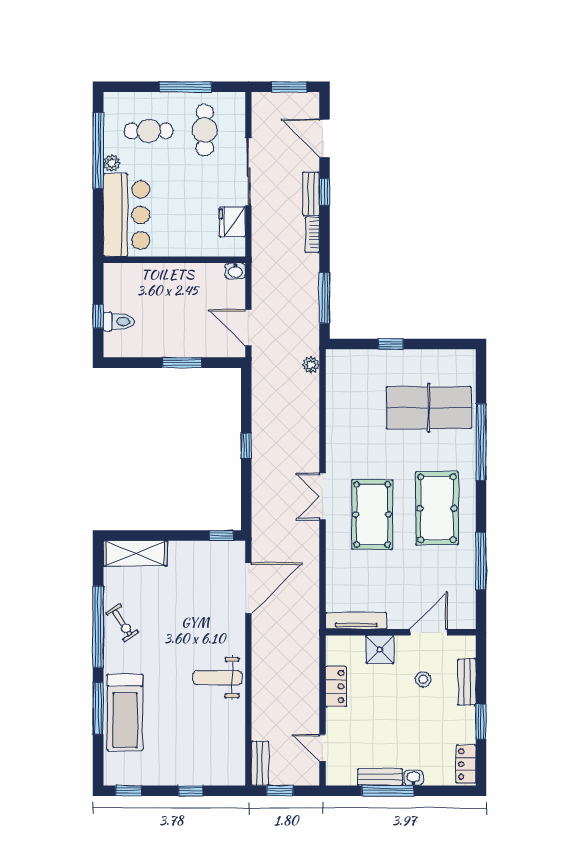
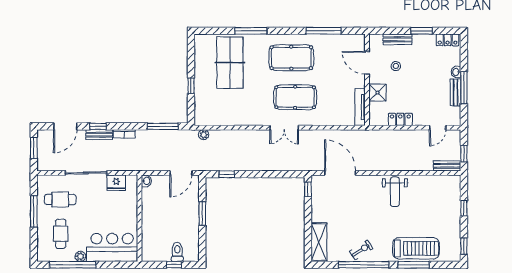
window: (481, 442) -> (251, 31), width x0.68
window: (246, 446) -> (227, 174), moved

